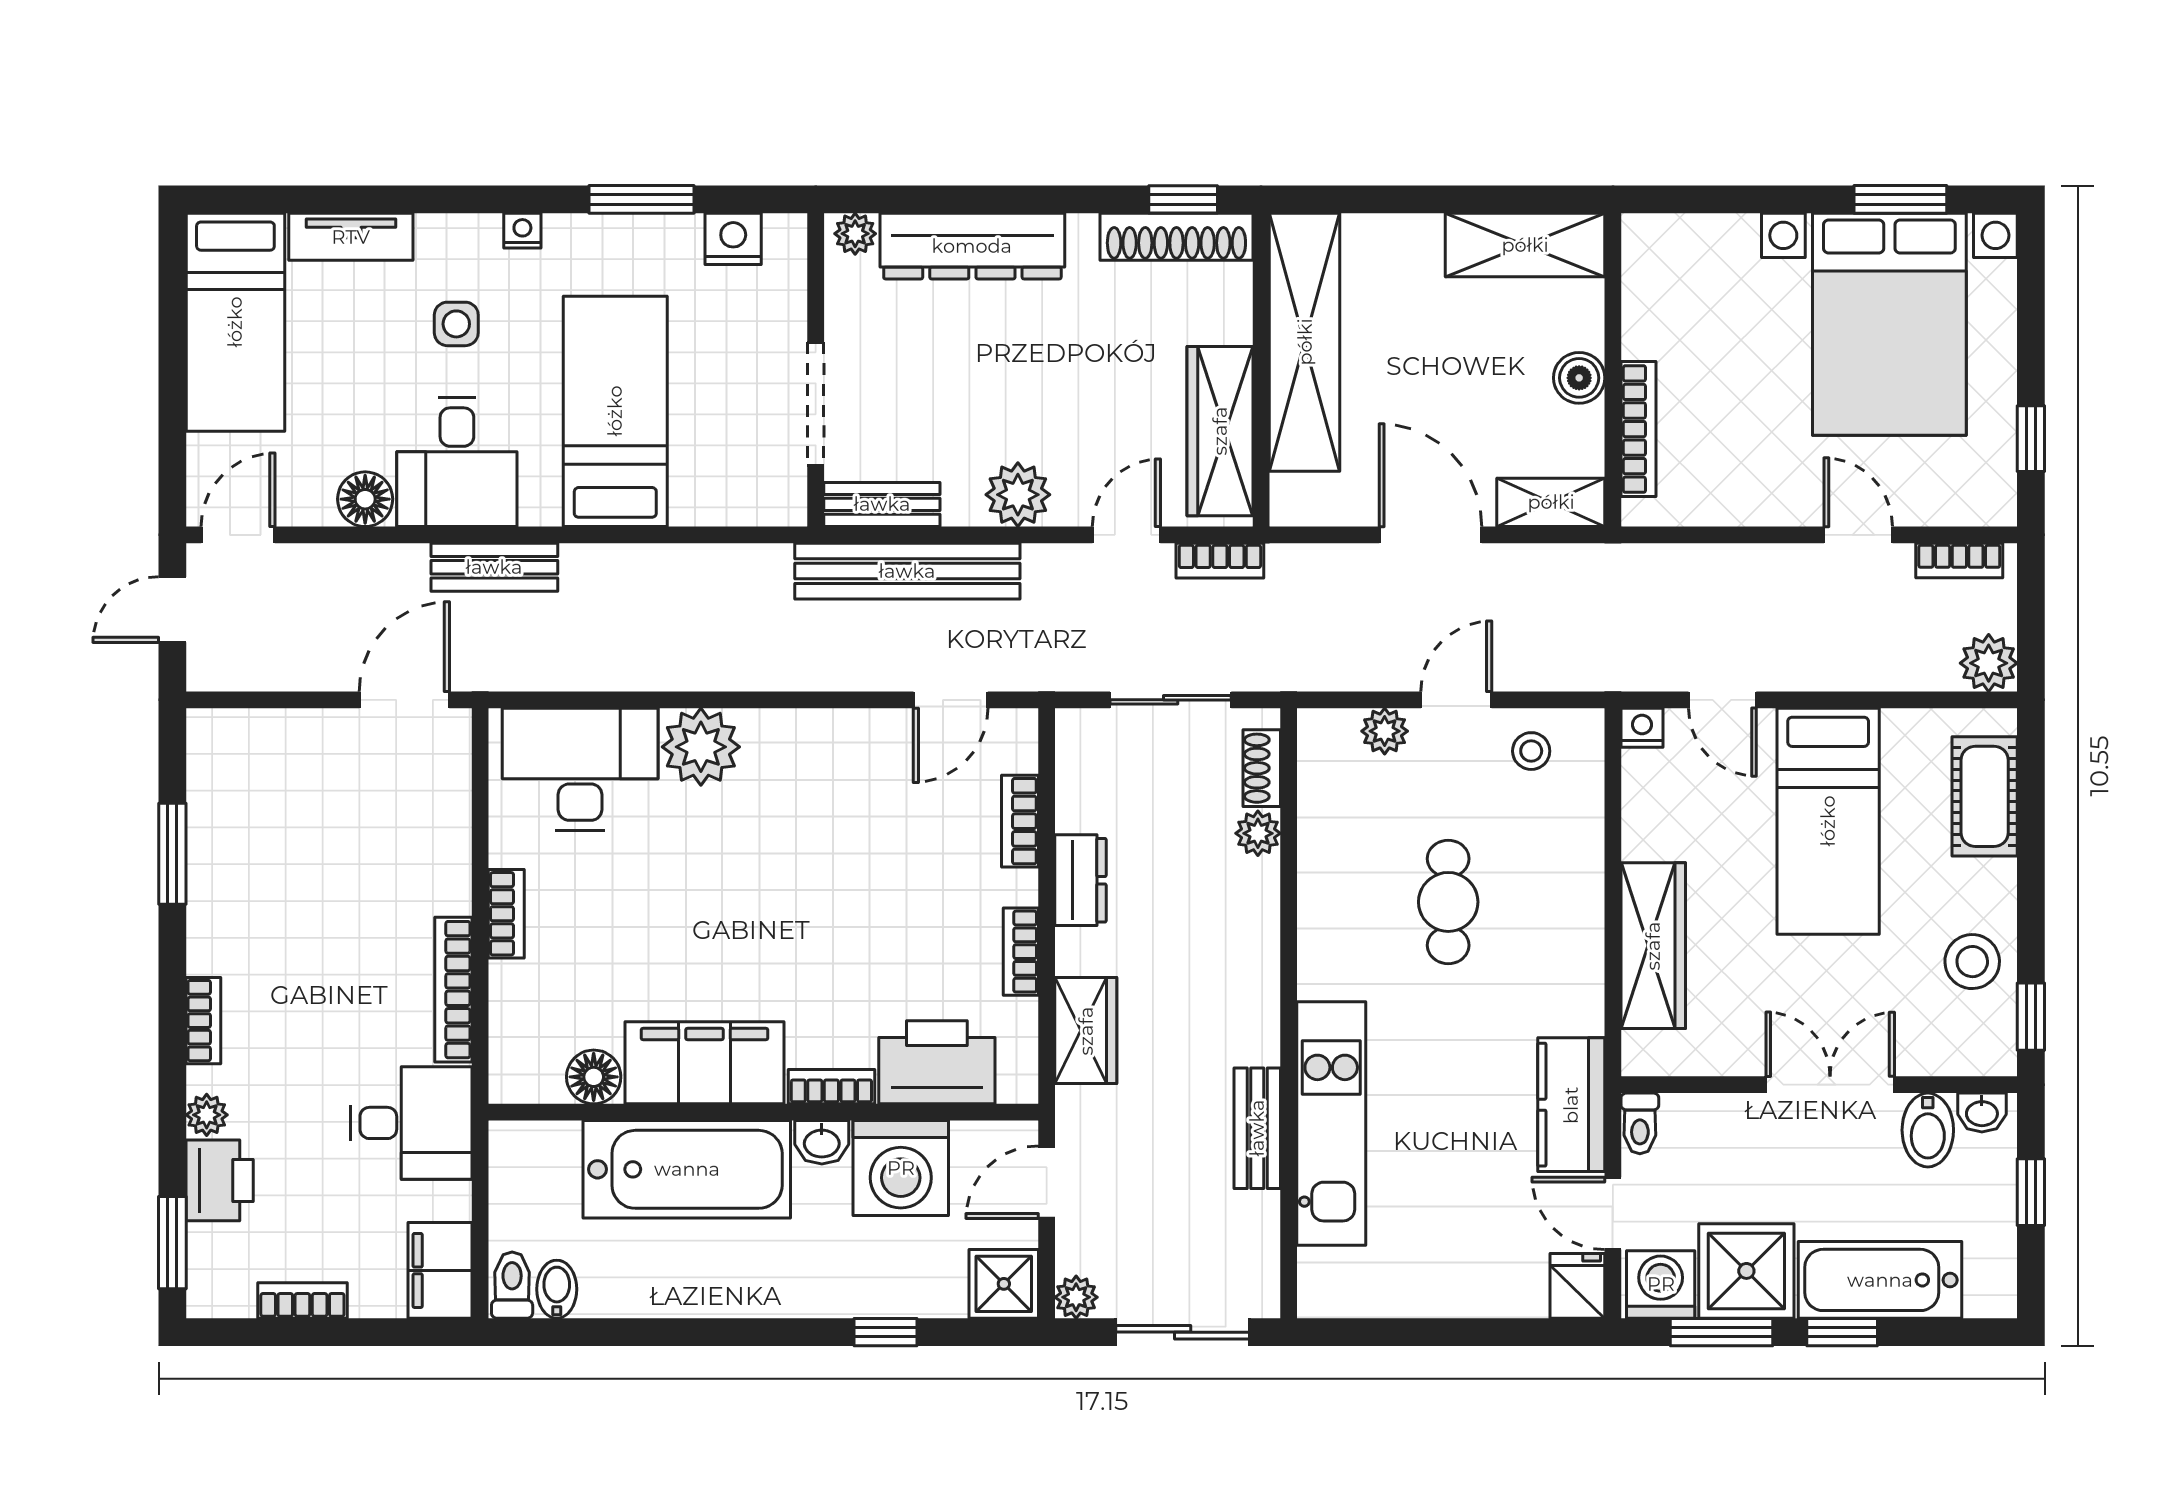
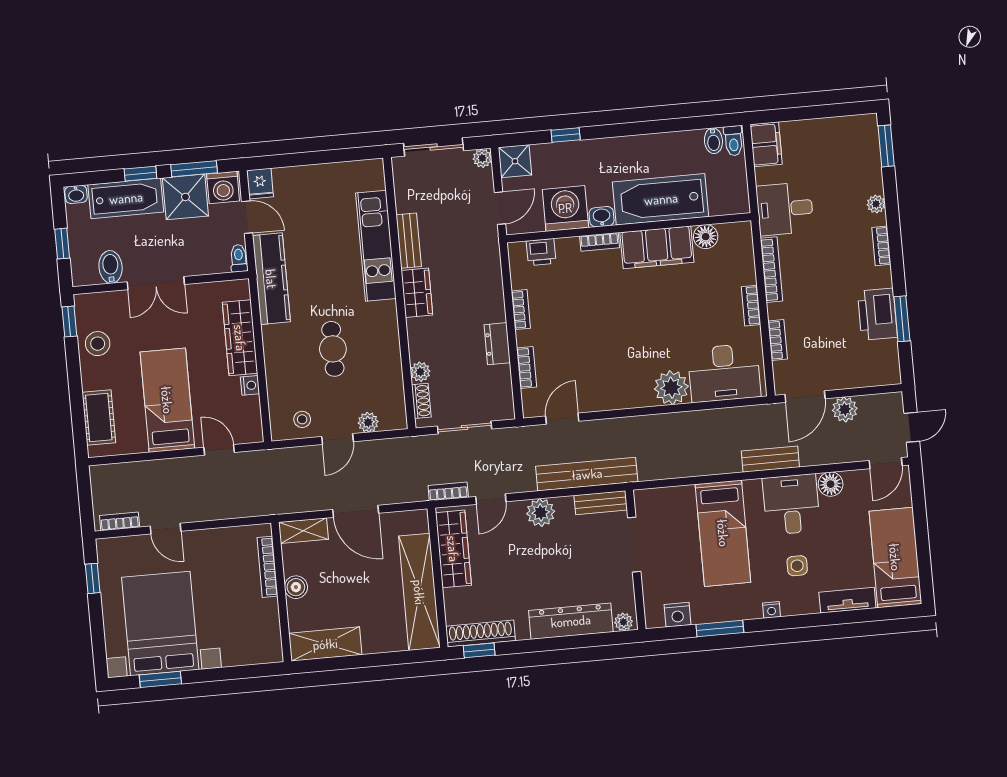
plant: (1989, 663) -> (845, 409), moved
nightstand: (1642, 728) -> (250, 385), moved, turned -90
wardrobe: (1086, 1031) -> (417, 293), moved, turned 180
printer: (937, 1062) -> (541, 252), width x0.53, depth x0.68
kitchen counter: (1571, 1105) -> (271, 279), width x1.50
washbasin: (1982, 1112) -> (76, 194), moved, turned 180
printer: (220, 1180) -> (877, 314), moved, width x1.37, depth x1.19
bookcase: (302, 1301) -> (778, 340), moved, turned -90

